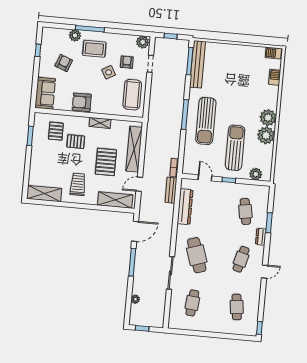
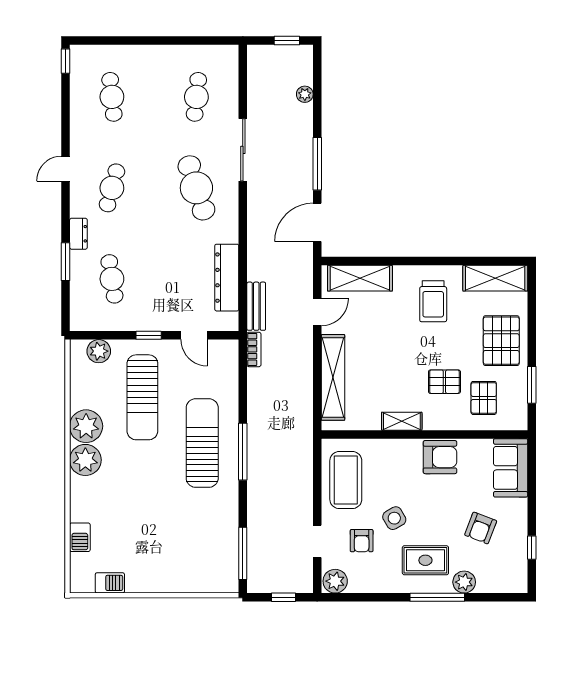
barbecue: (273, 53) -> (110, 583), moved
bench: (198, 64) -> (228, 549), removed
pallet: (106, 162) -> (501, 341), moved

